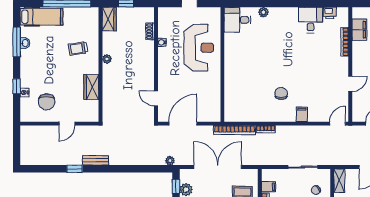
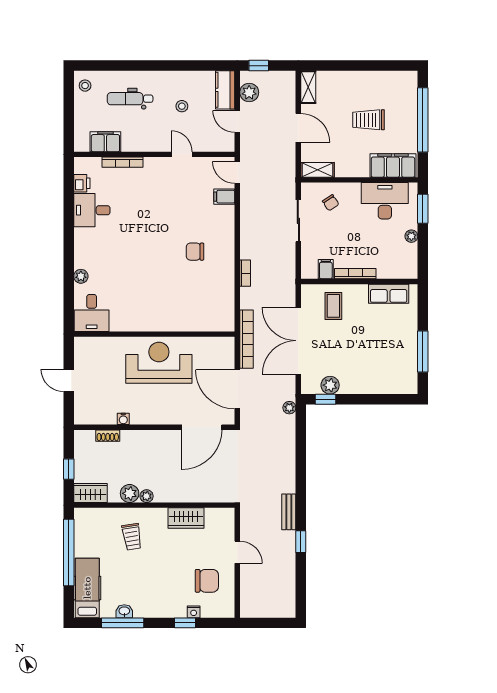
plant: (109, 47) -> (130, 493), added
reception desk: (199, 48) -> (159, 363), moved
door: (156, 98) -> (202, 427), width x1.87
filing cabinet: (302, 114) -> (224, 197), moved
bookcase: (235, 130) -> (246, 339), moved

